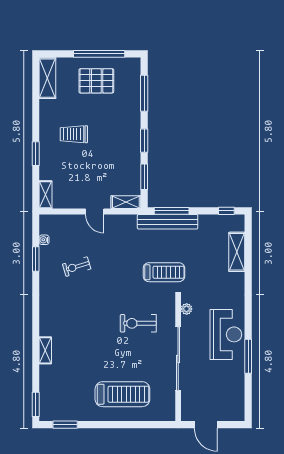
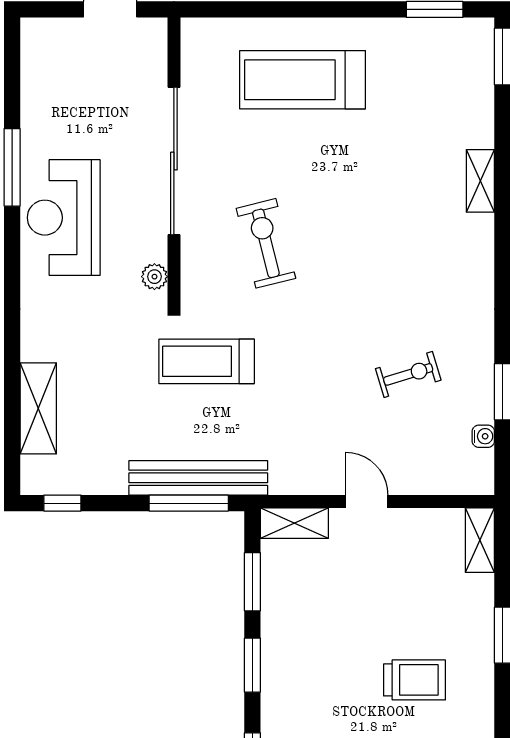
exercise bike: (138, 323) -> (266, 243), turned -104

